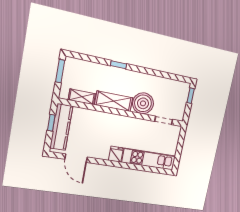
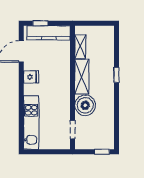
window: (60, 71) -> (100, 23), removed
window: (51, 123) -> (40, 23), moved
fridge: (116, 154) -> (31, 77), moved

